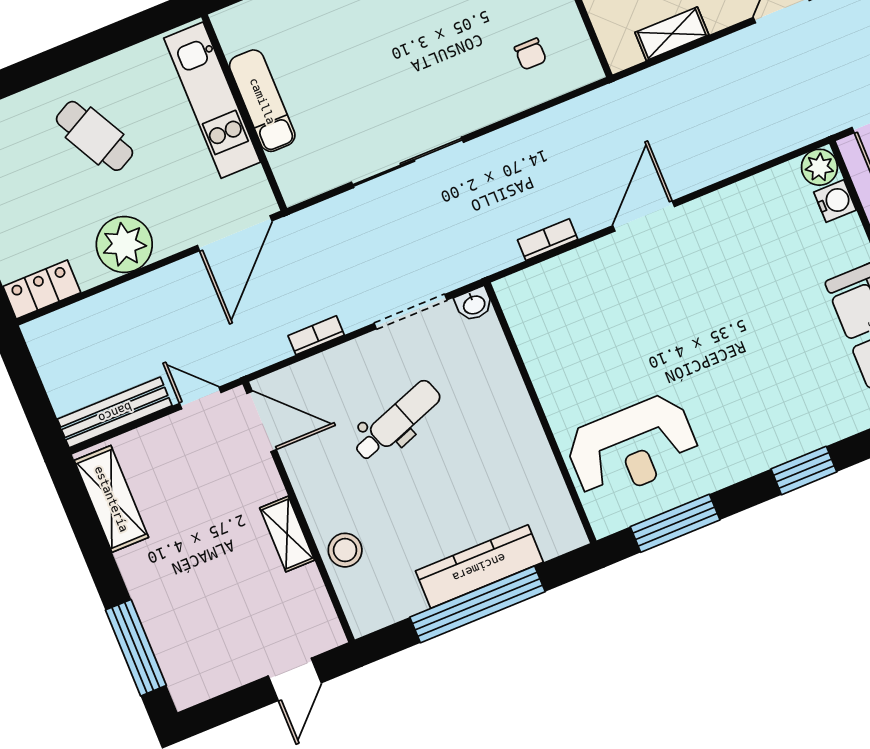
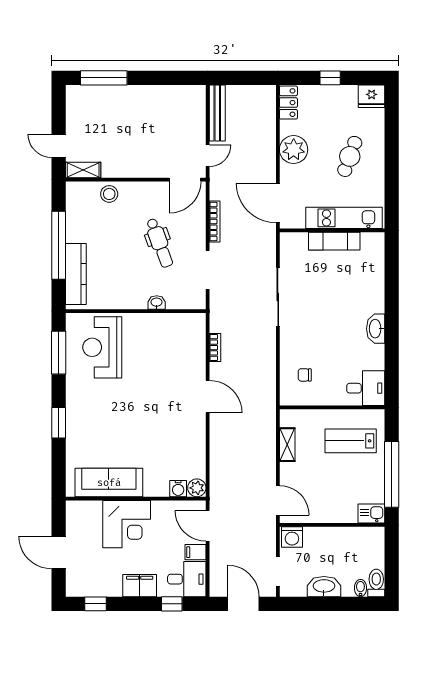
cafe table: (95, 136) -> (350, 156), turned -42
washbasin: (474, 304) -> (157, 302), moved, turned 90
bookcase: (316, 335) -> (215, 222), width x1.56
shelving: (111, 499) -> (178, 95), removed
shelving: (287, 534) -> (83, 170), moved
kitchen counter: (479, 567) -> (76, 274), moved

